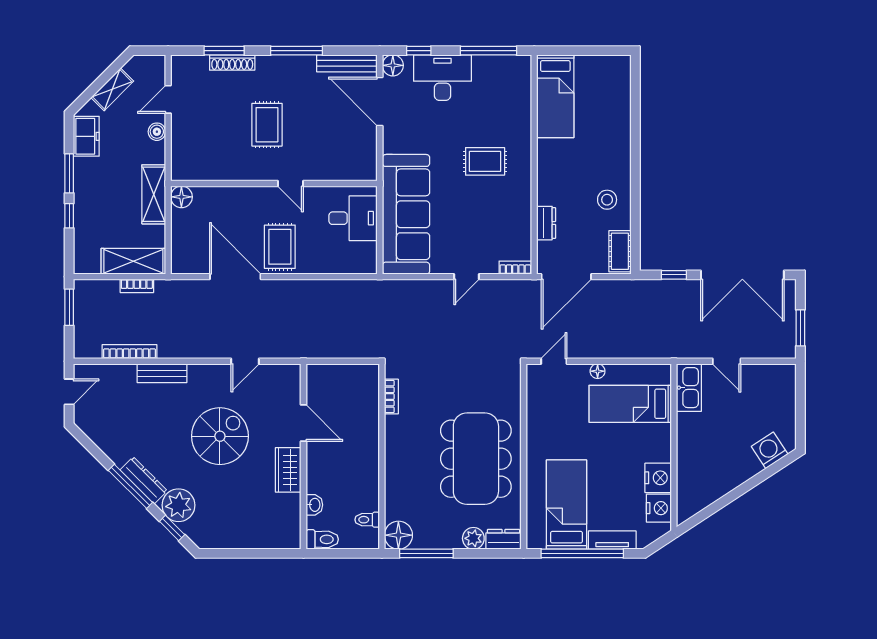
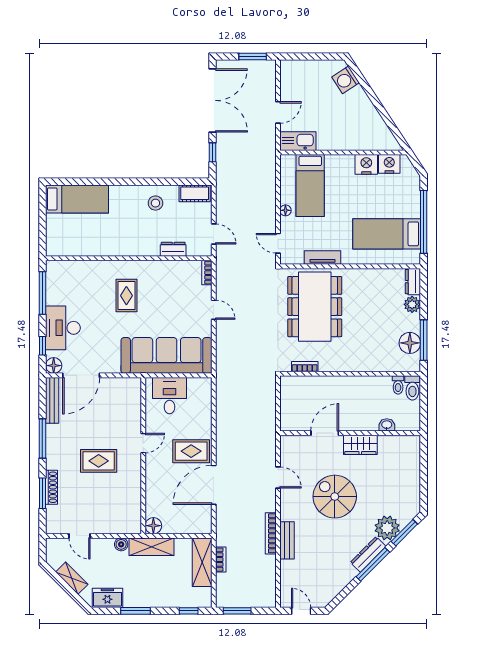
bed: (555, 96) -> (77, 199), moved
boiler: (157, 132) -> (121, 544), moved
window: (69, 216) -> (189, 611), moved
door: (566, 277) -> (214, 234), width x0.53
bookcase: (129, 352) -> (271, 533), moved
dining table: (476, 459) -> (315, 307), moved, turned 90
window: (172, 528) -> (404, 533), width x1.50
floor lamp: (398, 535) -> (410, 343), moved
toilet: (322, 539) -> (412, 388), moved, turned 180
tv unit: (612, 540) -> (323, 258), moved, turned 90

